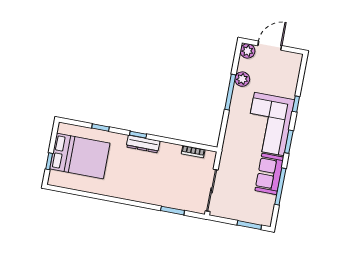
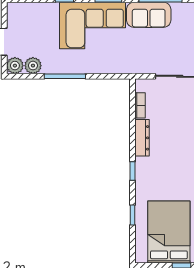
plant: (242, 79) -> (33, 66), moved
dresser: (143, 144) -> (142, 138), moved

